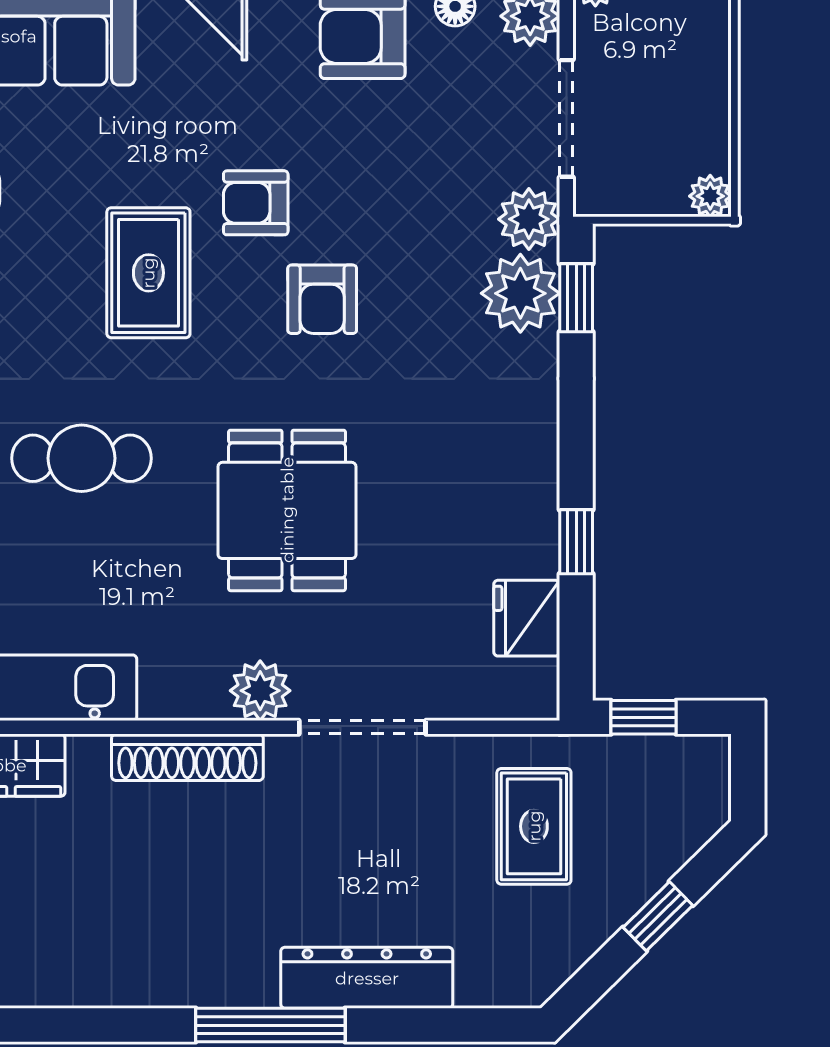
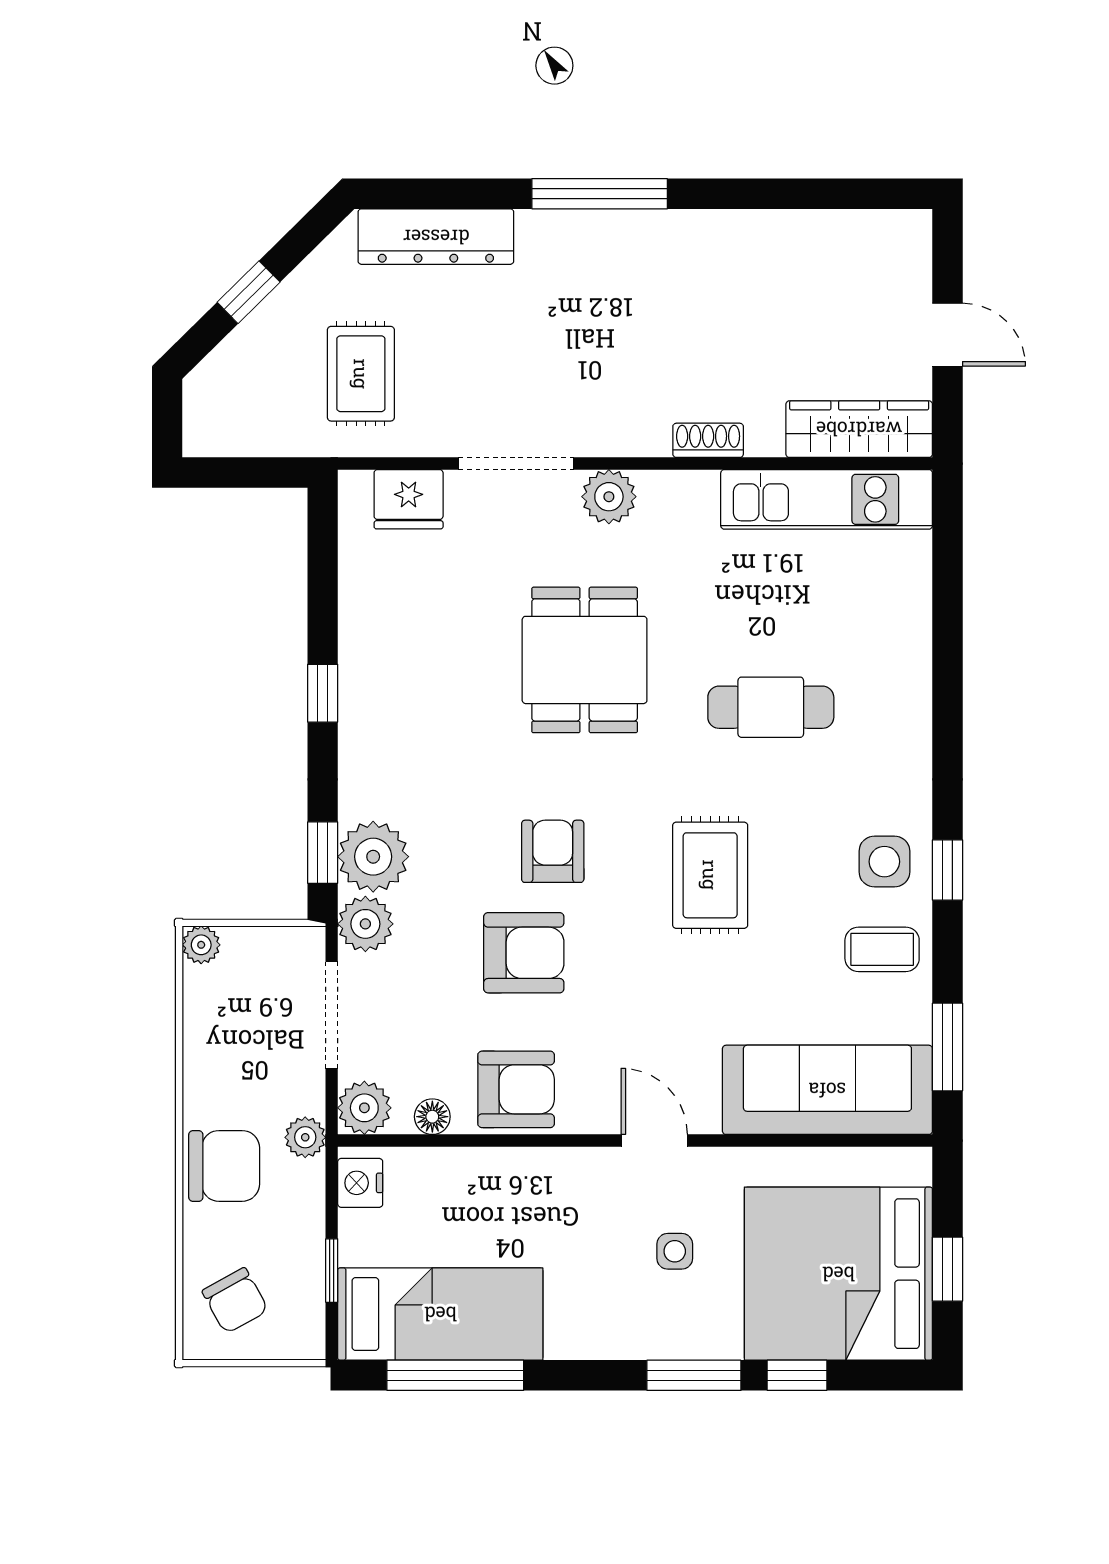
armchair: (256, 203) -> (524, 953), moved, width x1.38, depth x1.38
window: (576, 542) -> (323, 693), moved
fridge: (527, 618) -> (409, 499), moved, turned 90
window: (643, 717) -> (262, 473), removed
shoe rack: (187, 757) -> (708, 440), width x0.51, depth x0.81
dresser: (367, 978) -> (436, 237), moved

